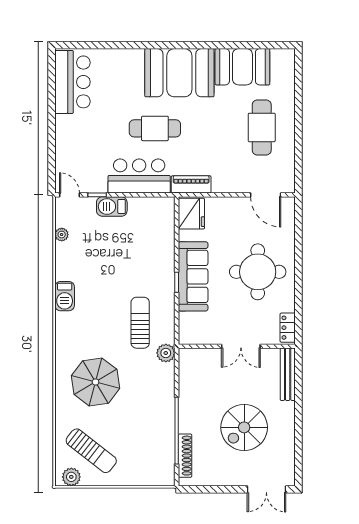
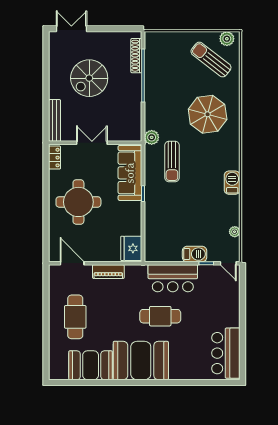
piano: (191, 184) -> (108, 272), moved
sofa: (193, 276) -> (130, 173), moved
spiral stairs: (244, 427) -> (89, 78), turned 180

